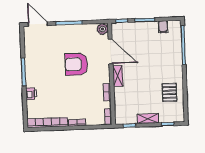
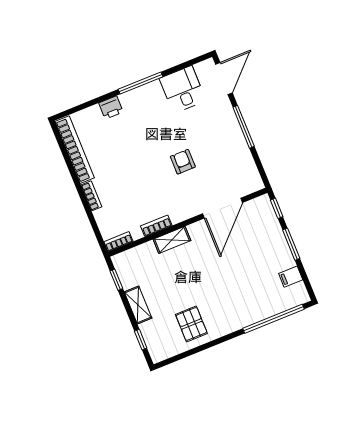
plant: (102, 29) -> (253, 183), removed
desk: (36, 50) -> (183, 89), added
armchair: (76, 64) -> (183, 162), width x0.53, depth x0.53
shelving: (118, 76) -> (172, 240), moved
pallet: (169, 92) -> (191, 324), turned 90

